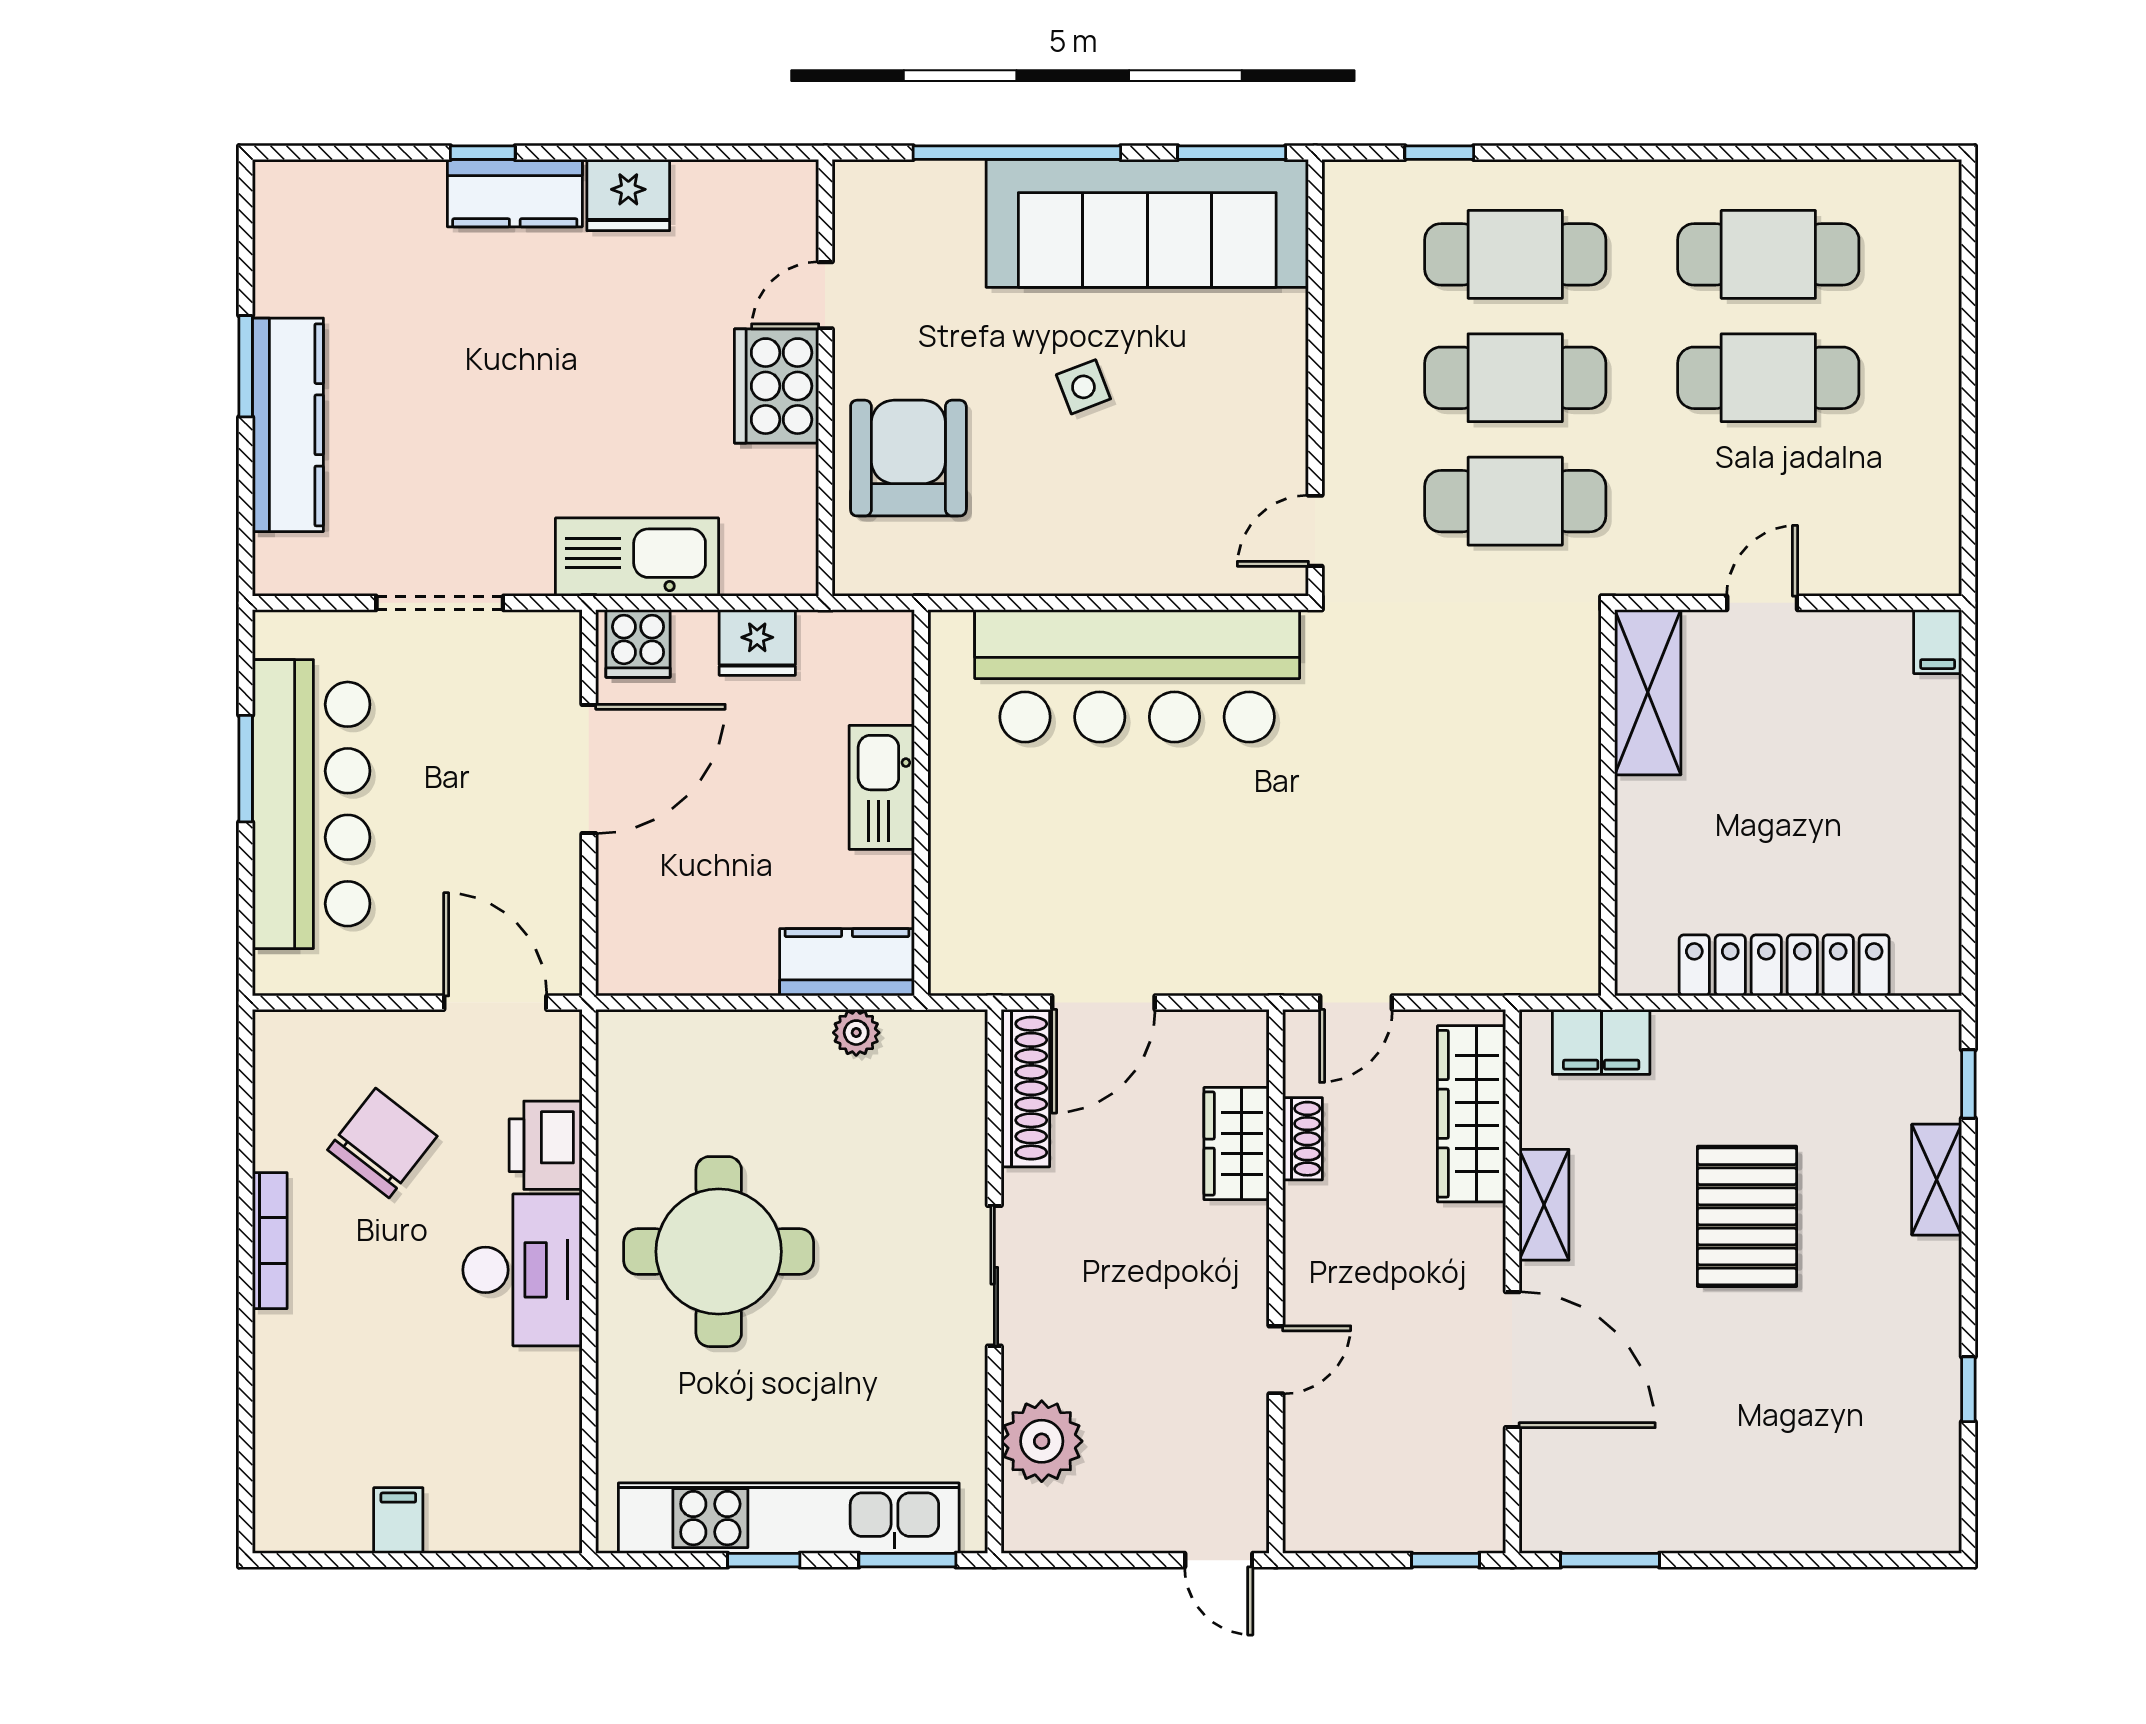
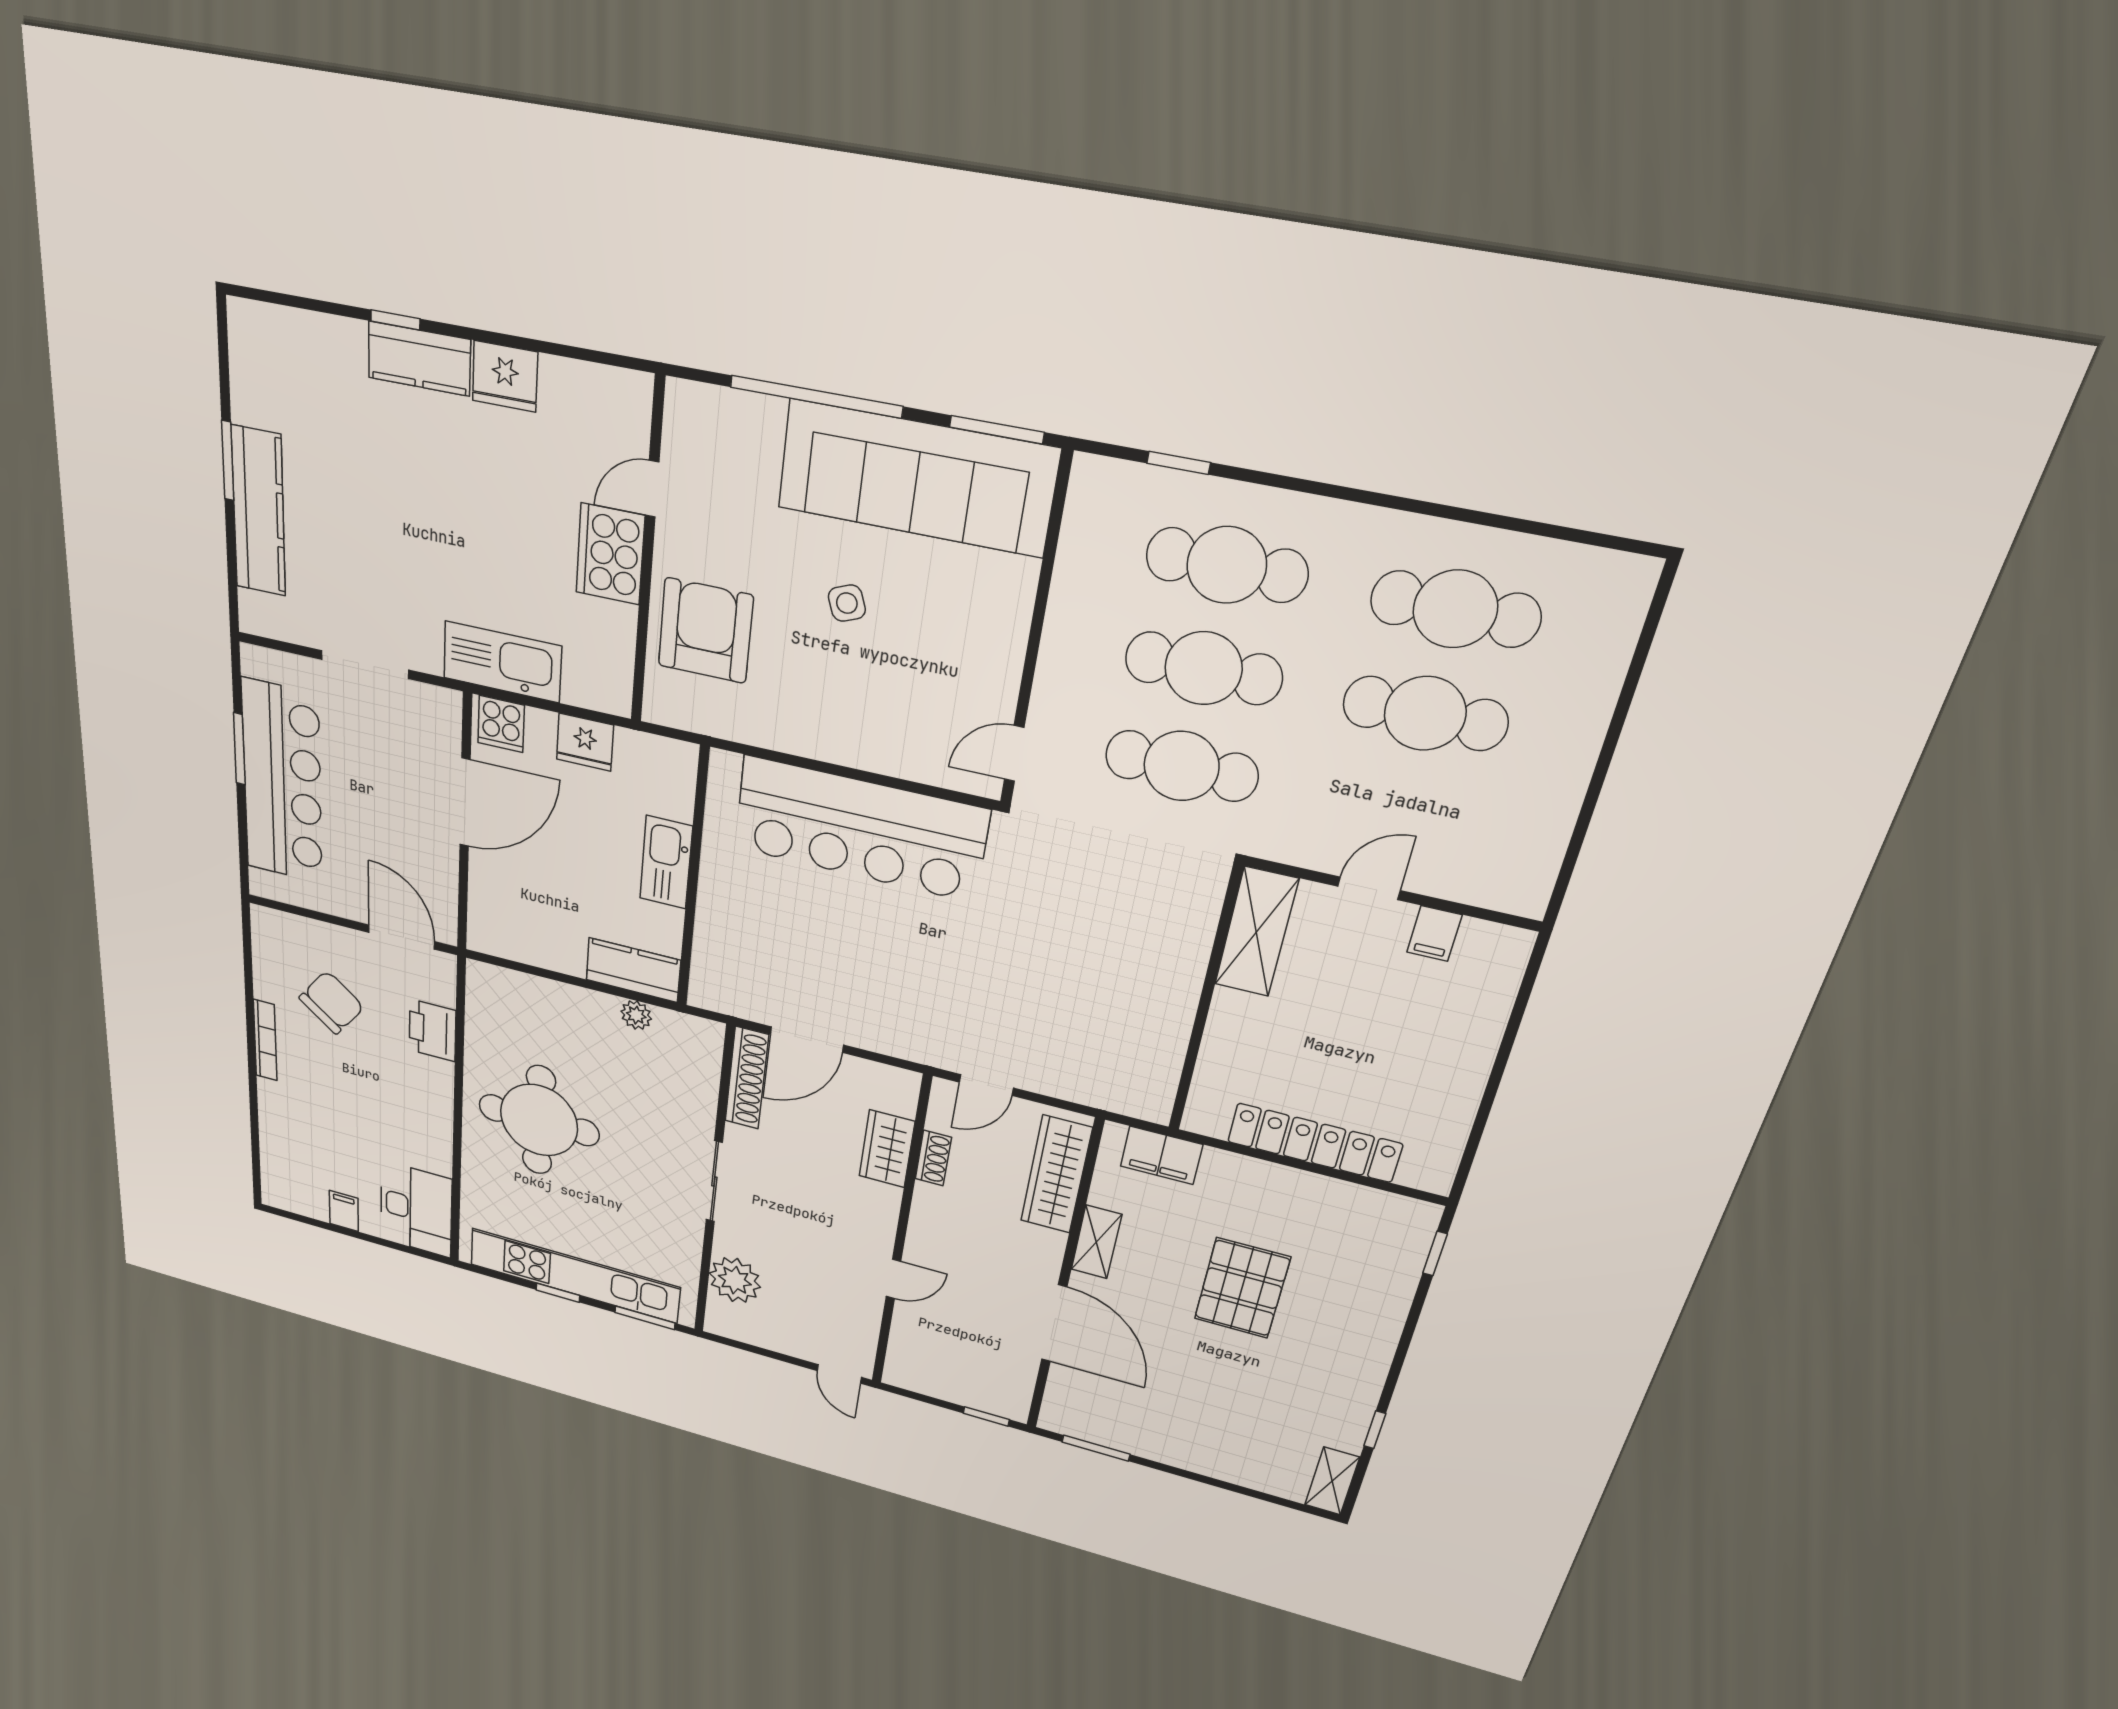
filing cabinet: (1938, 642) -> (1434, 934), moved
shelving: (1937, 1180) -> (1332, 1481), moved
desk: (522, 1270) -> (416, 1209), moved

